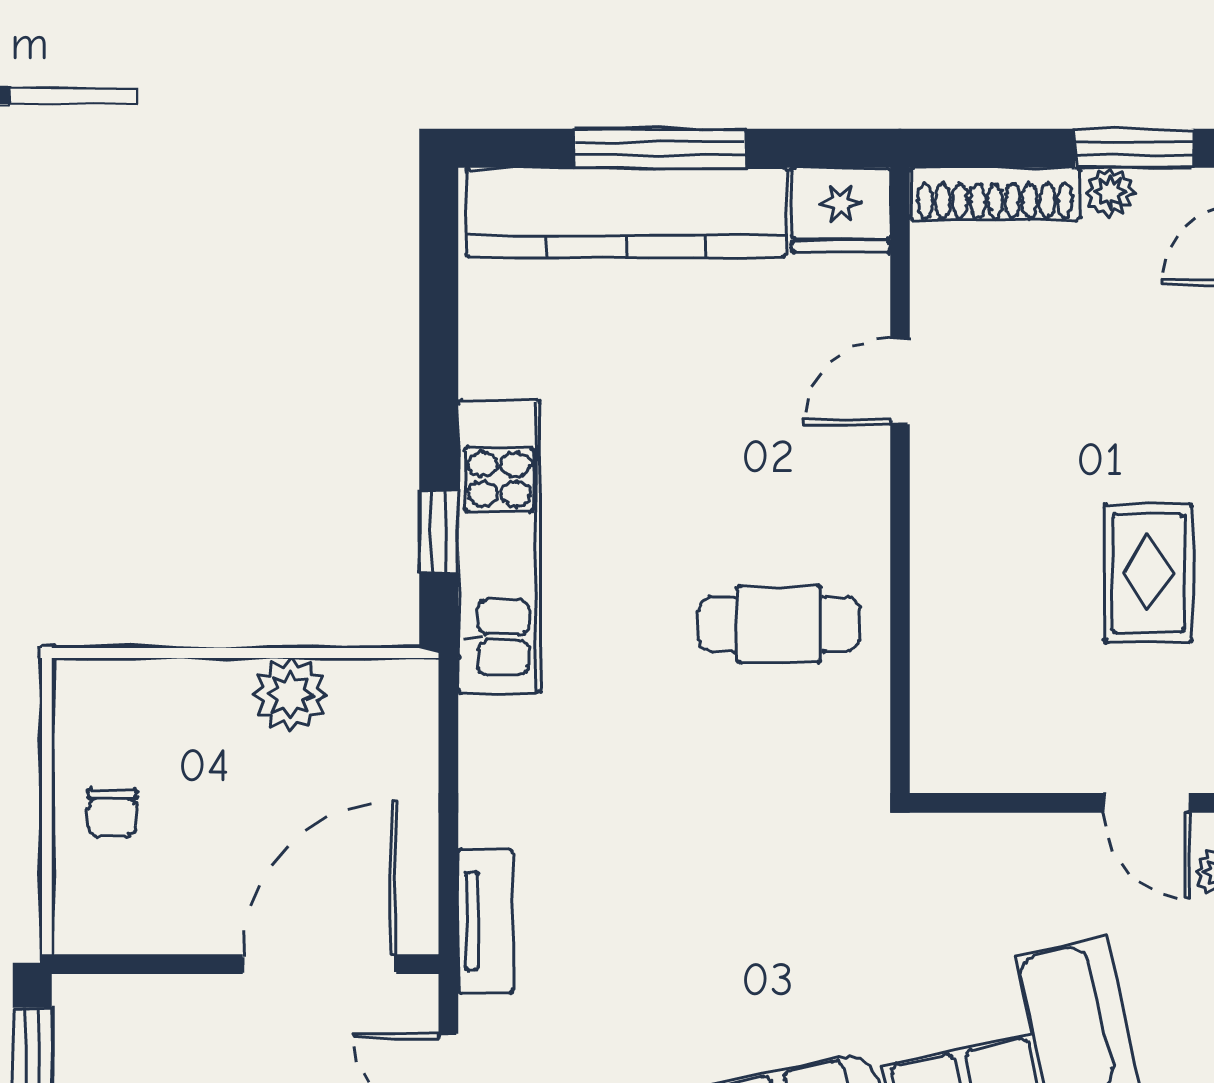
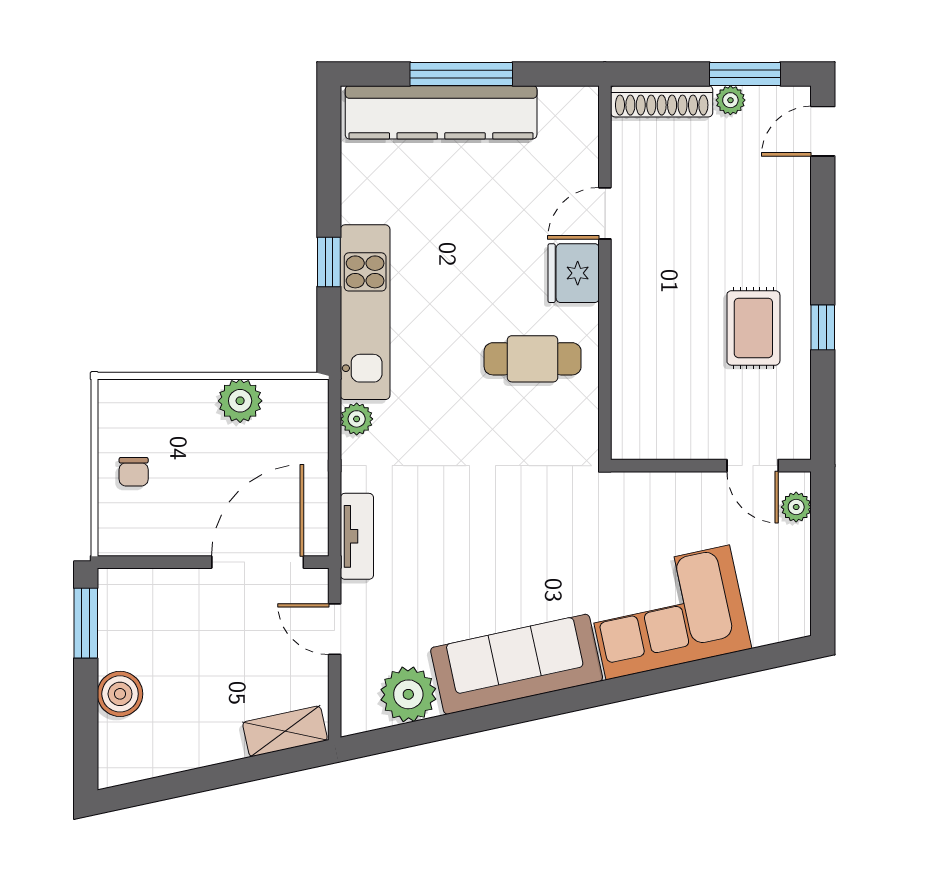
fridge: (841, 210) -> (574, 273), moved, turned 90
window: (439, 532) -> (329, 262), moved
plant: (485, 725) -> (357, 419), added

